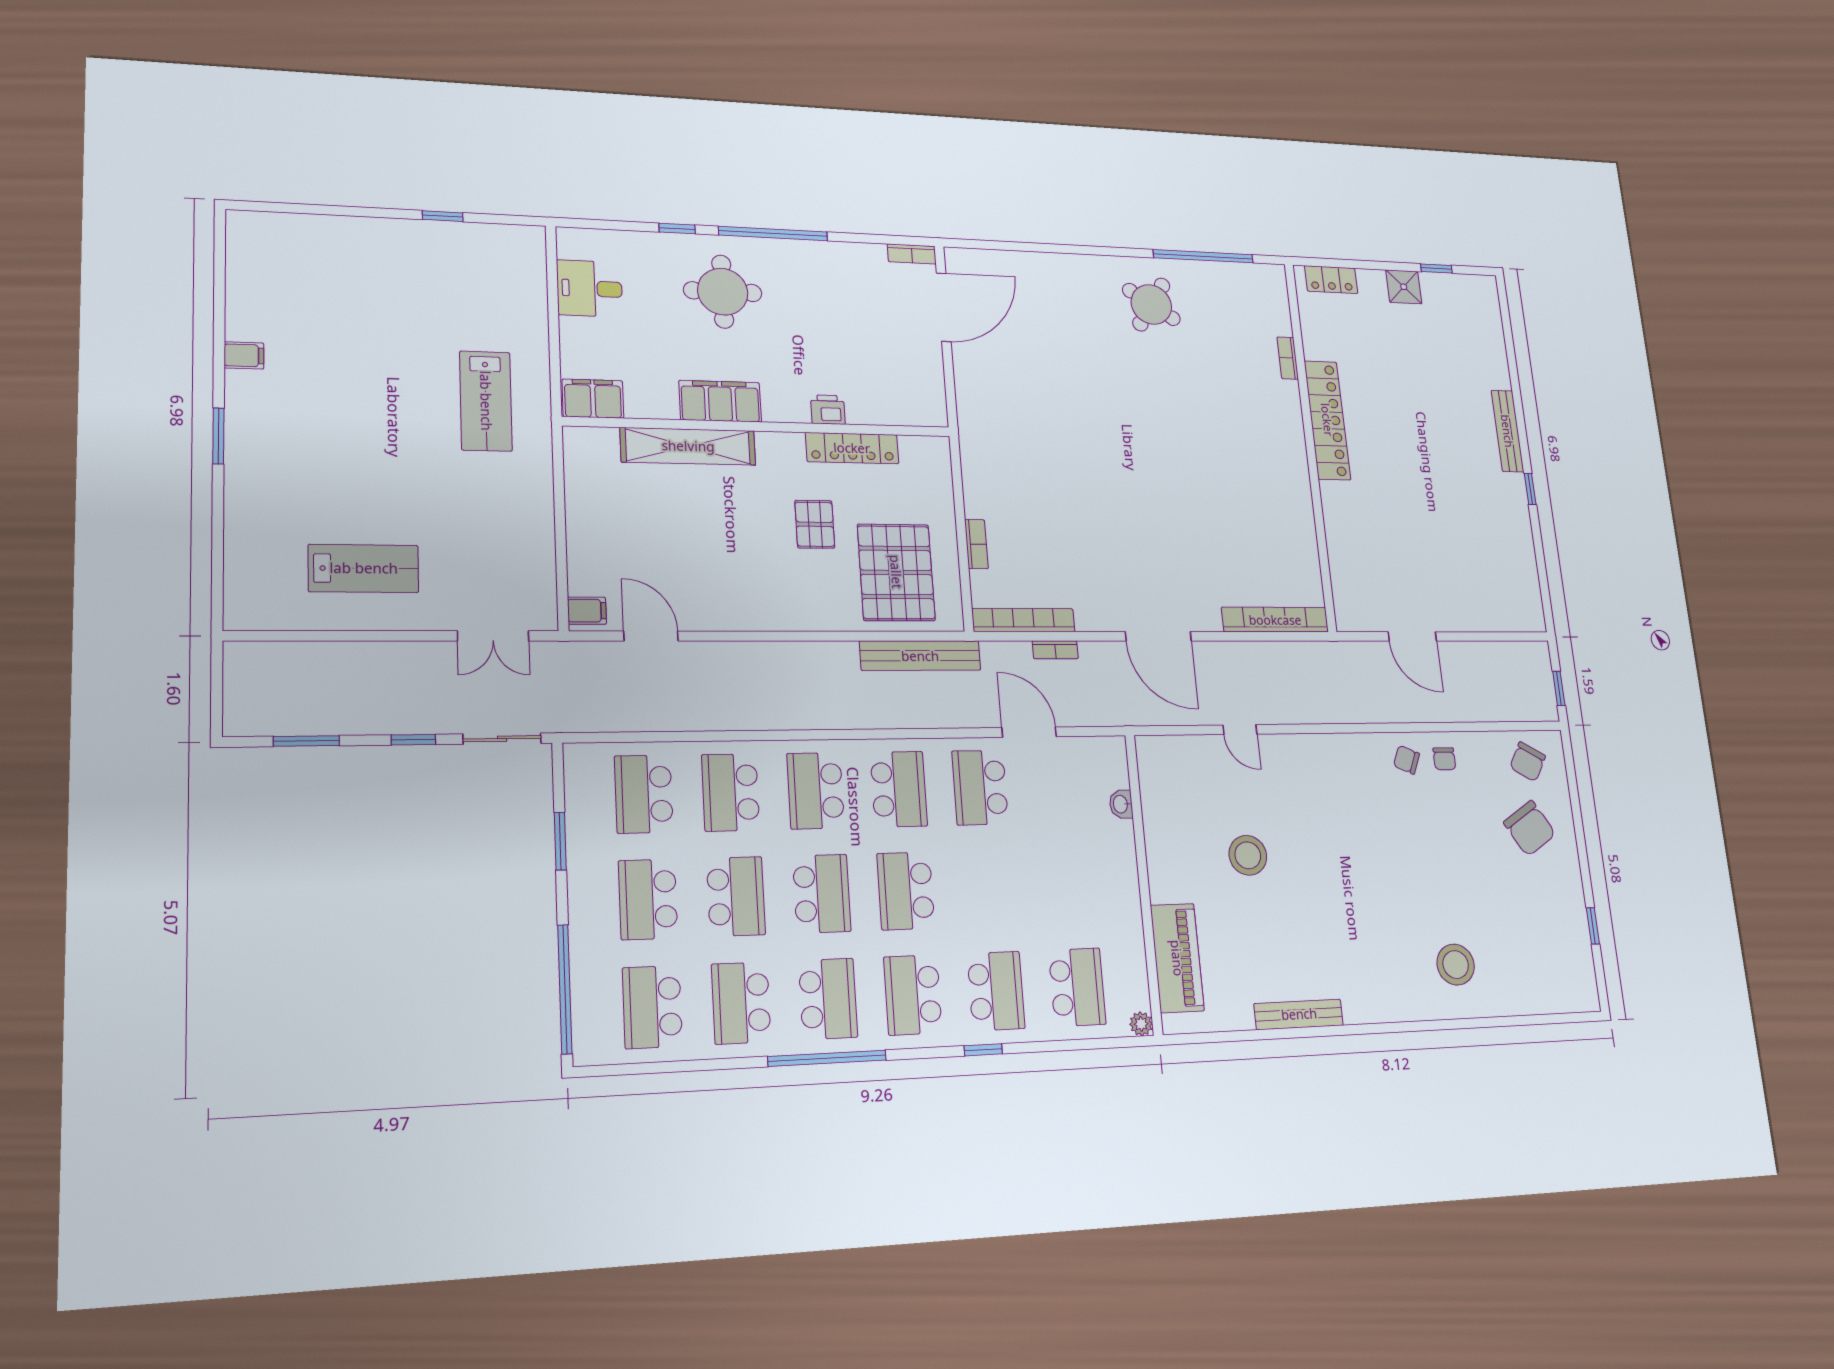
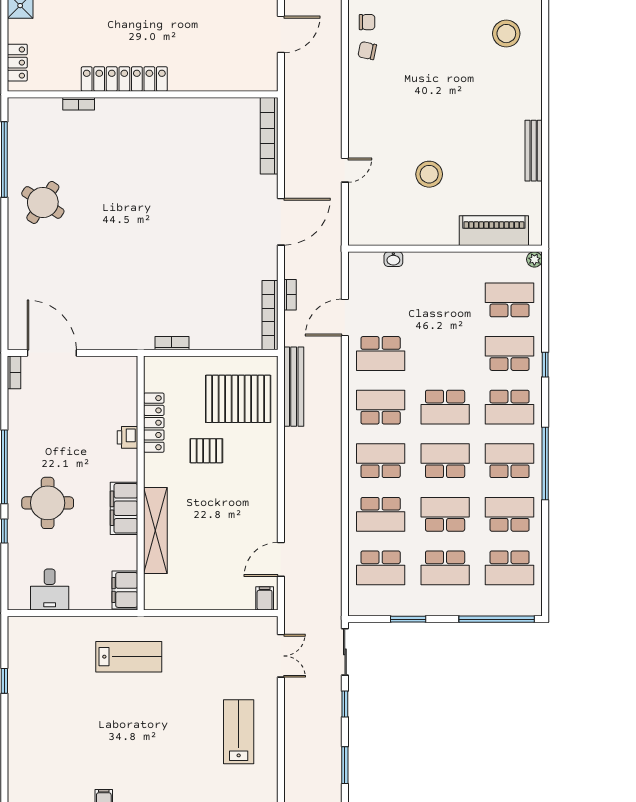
bookcase: (976, 544) -> (172, 343), moved
chair: (1407, 760) -> (367, 51), turned 79
school desk: (816, 791) -> (381, 461), turned 180
school desk: (741, 1003) -> (510, 514), turned 180

